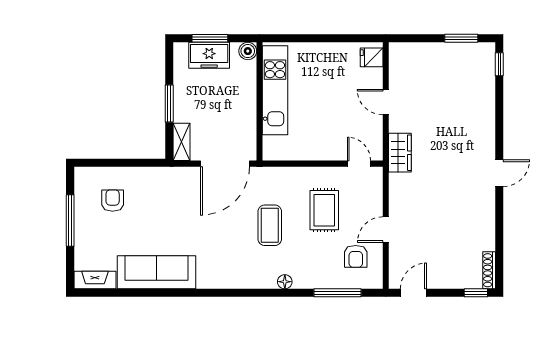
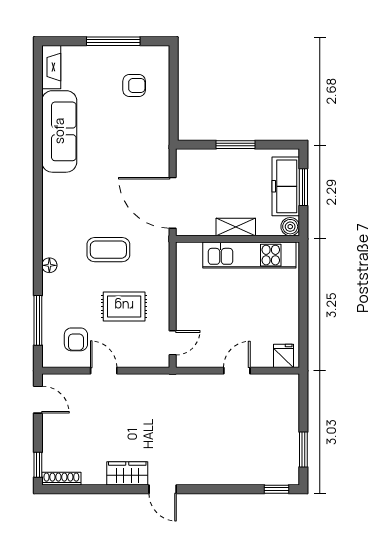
freezer: (209, 55) -> (286, 186), width x1.40
shelving: (182, 142) -> (236, 227), moved
wardrobe: (400, 153) -> (127, 473), moved, turned 180
armchair: (356, 256) -> (76, 339), turned -90

